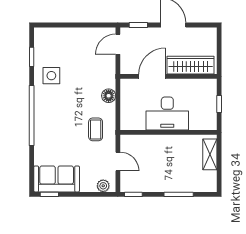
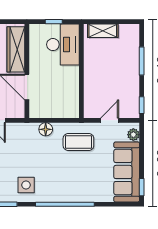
desk: (167, 113) -> (63, 45), moved
coffee table: (96, 129) -> (78, 142), width x1.36, depth x1.30
sofa: (57, 179) -> (127, 172), width x1.36

